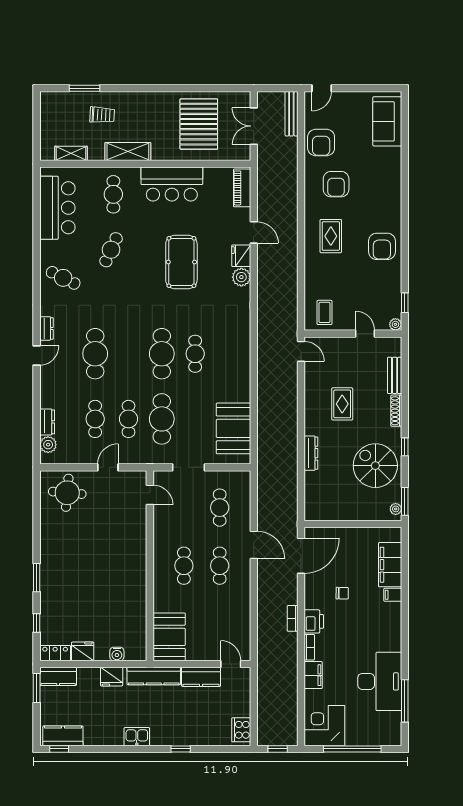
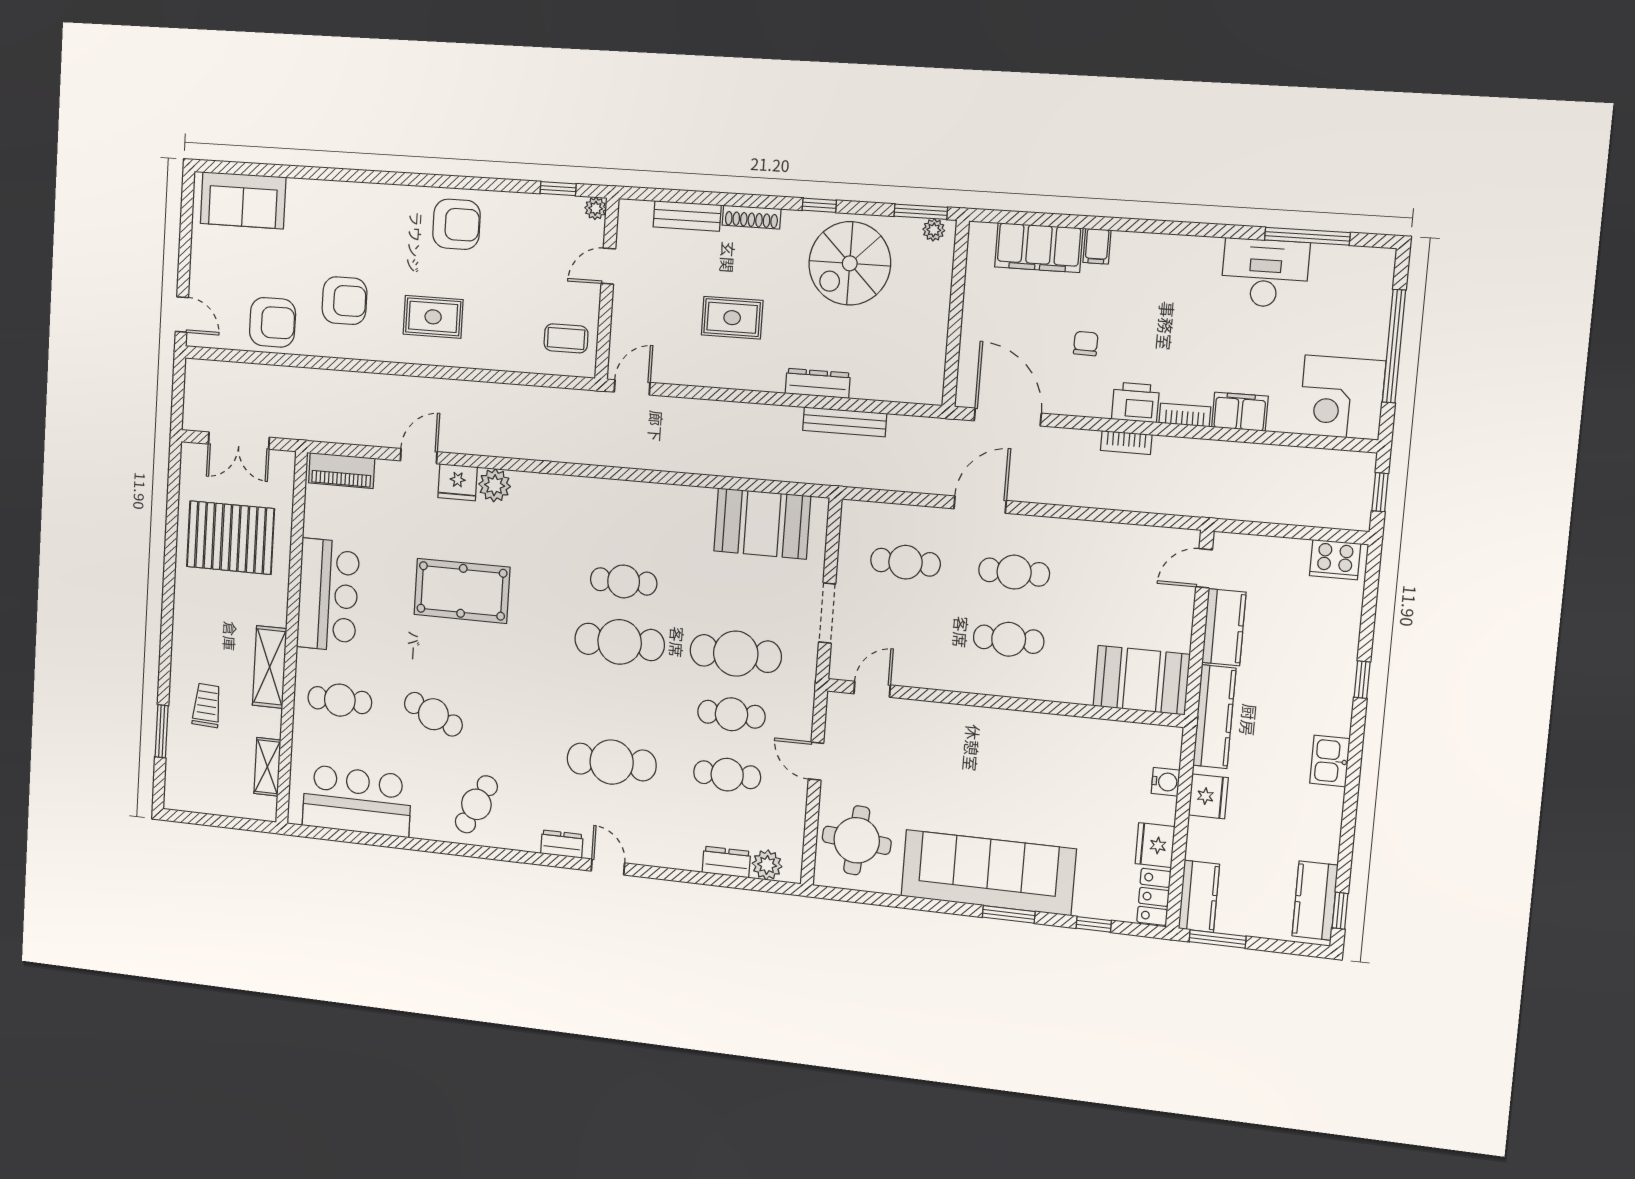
bench: (291, 114) -> (845, 422), moved
sofa: (58, 565) -> (988, 873), added
desk: (380, 681) -> (1265, 273), width x0.73, depth x0.77

